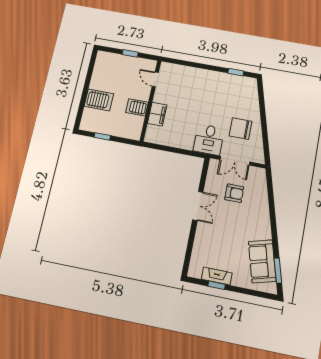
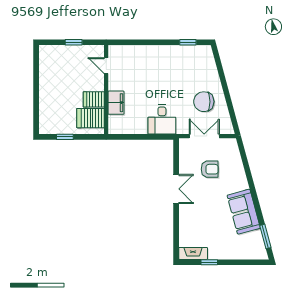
server rack: (99, 100) -> (90, 118), moved, turned 180
desk: (209, 140) -> (162, 119), moved
double door: (235, 161) -> (204, 136), swing flipped
sofa: (262, 261) -> (244, 212), moved
fireplace: (217, 276) -> (193, 253), moved

